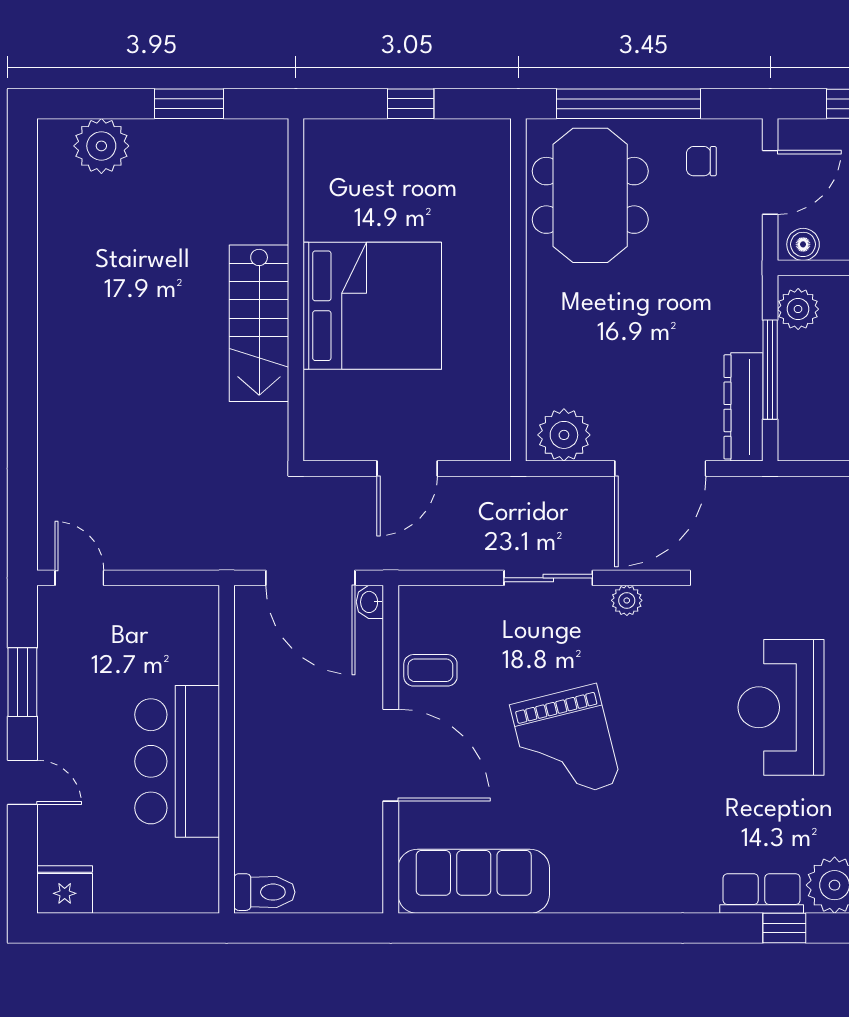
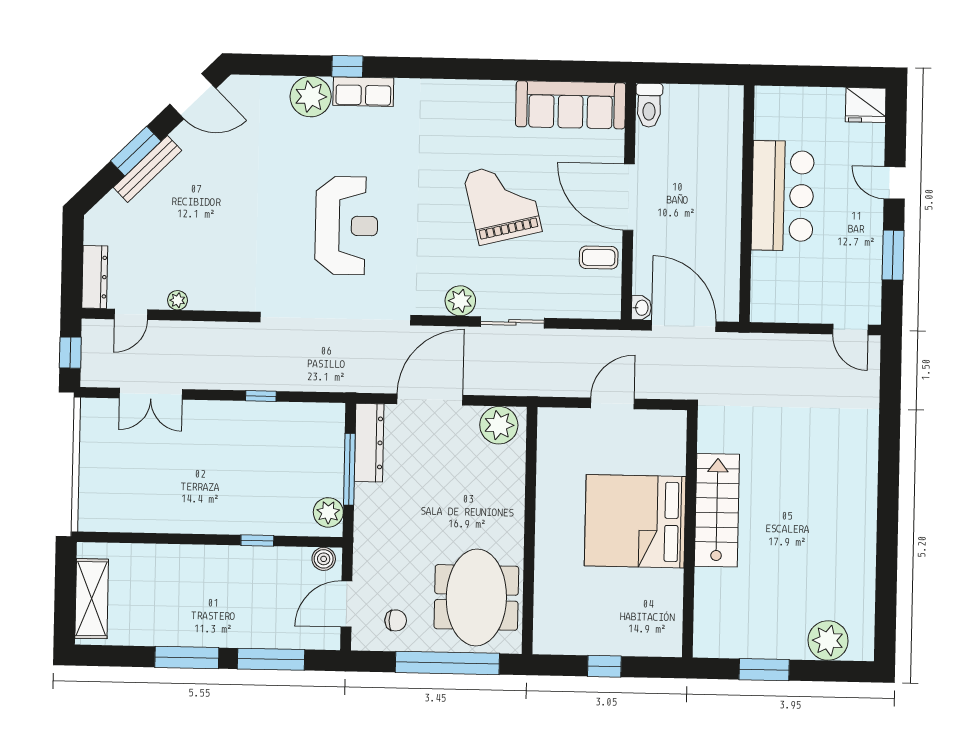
plant: (627, 600) -> (460, 301), width x1.38, depth x1.38
toilet: (264, 892) -> (649, 105), moved, turned -90

